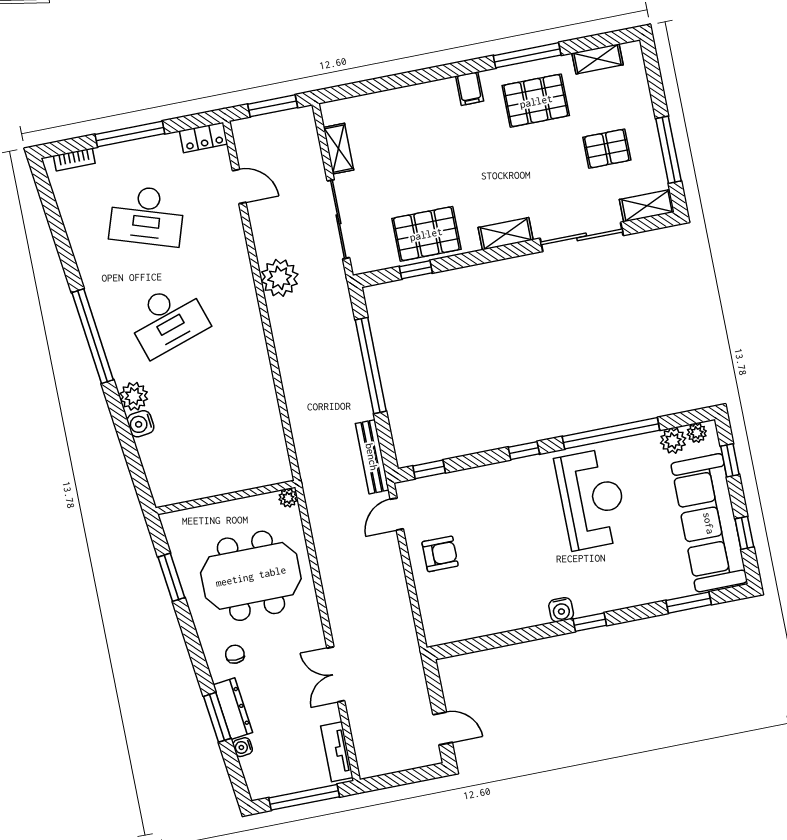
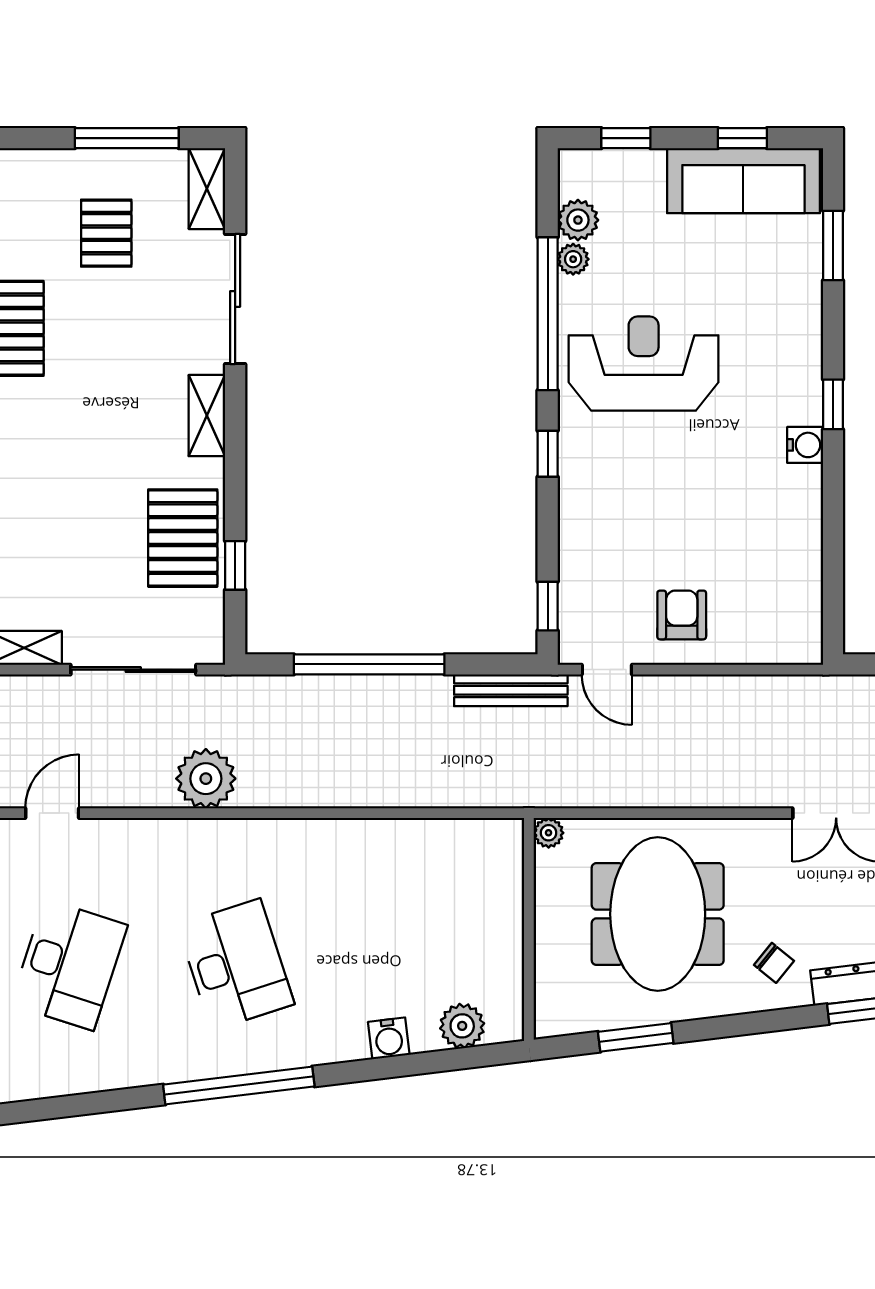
plant: (134, 396) -> (462, 1026), moved
plant: (697, 433) -> (573, 259), moved
sofa: (709, 523) -> (743, 181), width x0.74, depth x0.79
chair: (235, 654) -> (774, 963), turned -141

